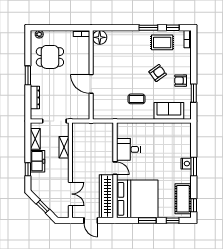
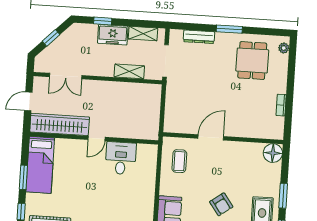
floor lamp: (100, 37) -> (273, 153), moved
wall: (91, 75) -> (223, 138), moved
door: (91, 84) -> (211, 137), moved
coffee table: (136, 99) -> (179, 161), moved
bed: (137, 199) -> (40, 165), width x0.49

